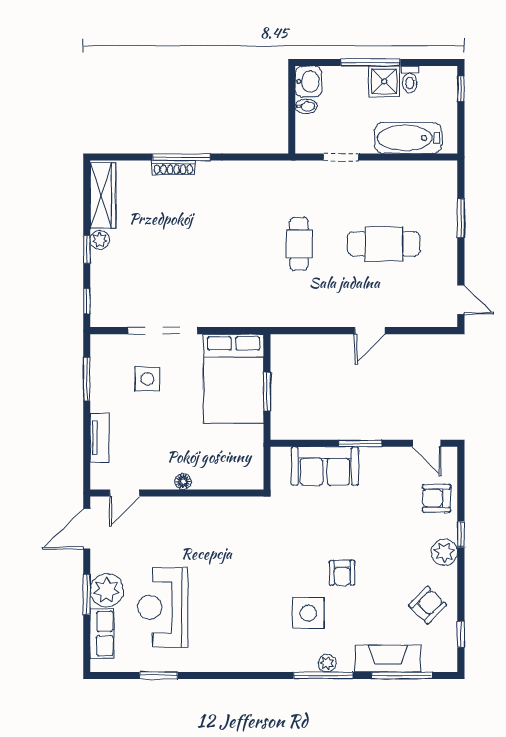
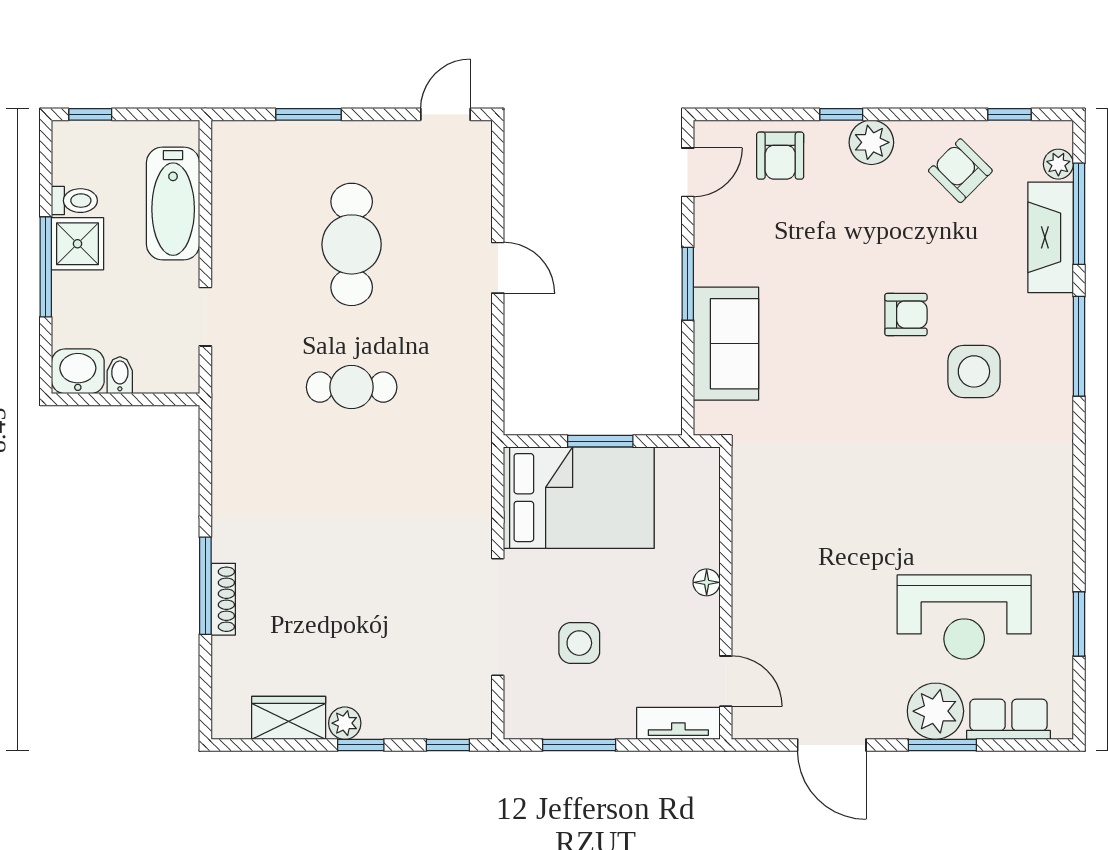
wardrobe: (103, 196) -> (289, 718), width x0.67
floor lamp: (183, 482) -> (707, 582), moved
door: (125, 493) -> (726, 681), moved
wall: (177, 493) -> (726, 593), moved
plant: (327, 663) -> (1058, 164), moved

